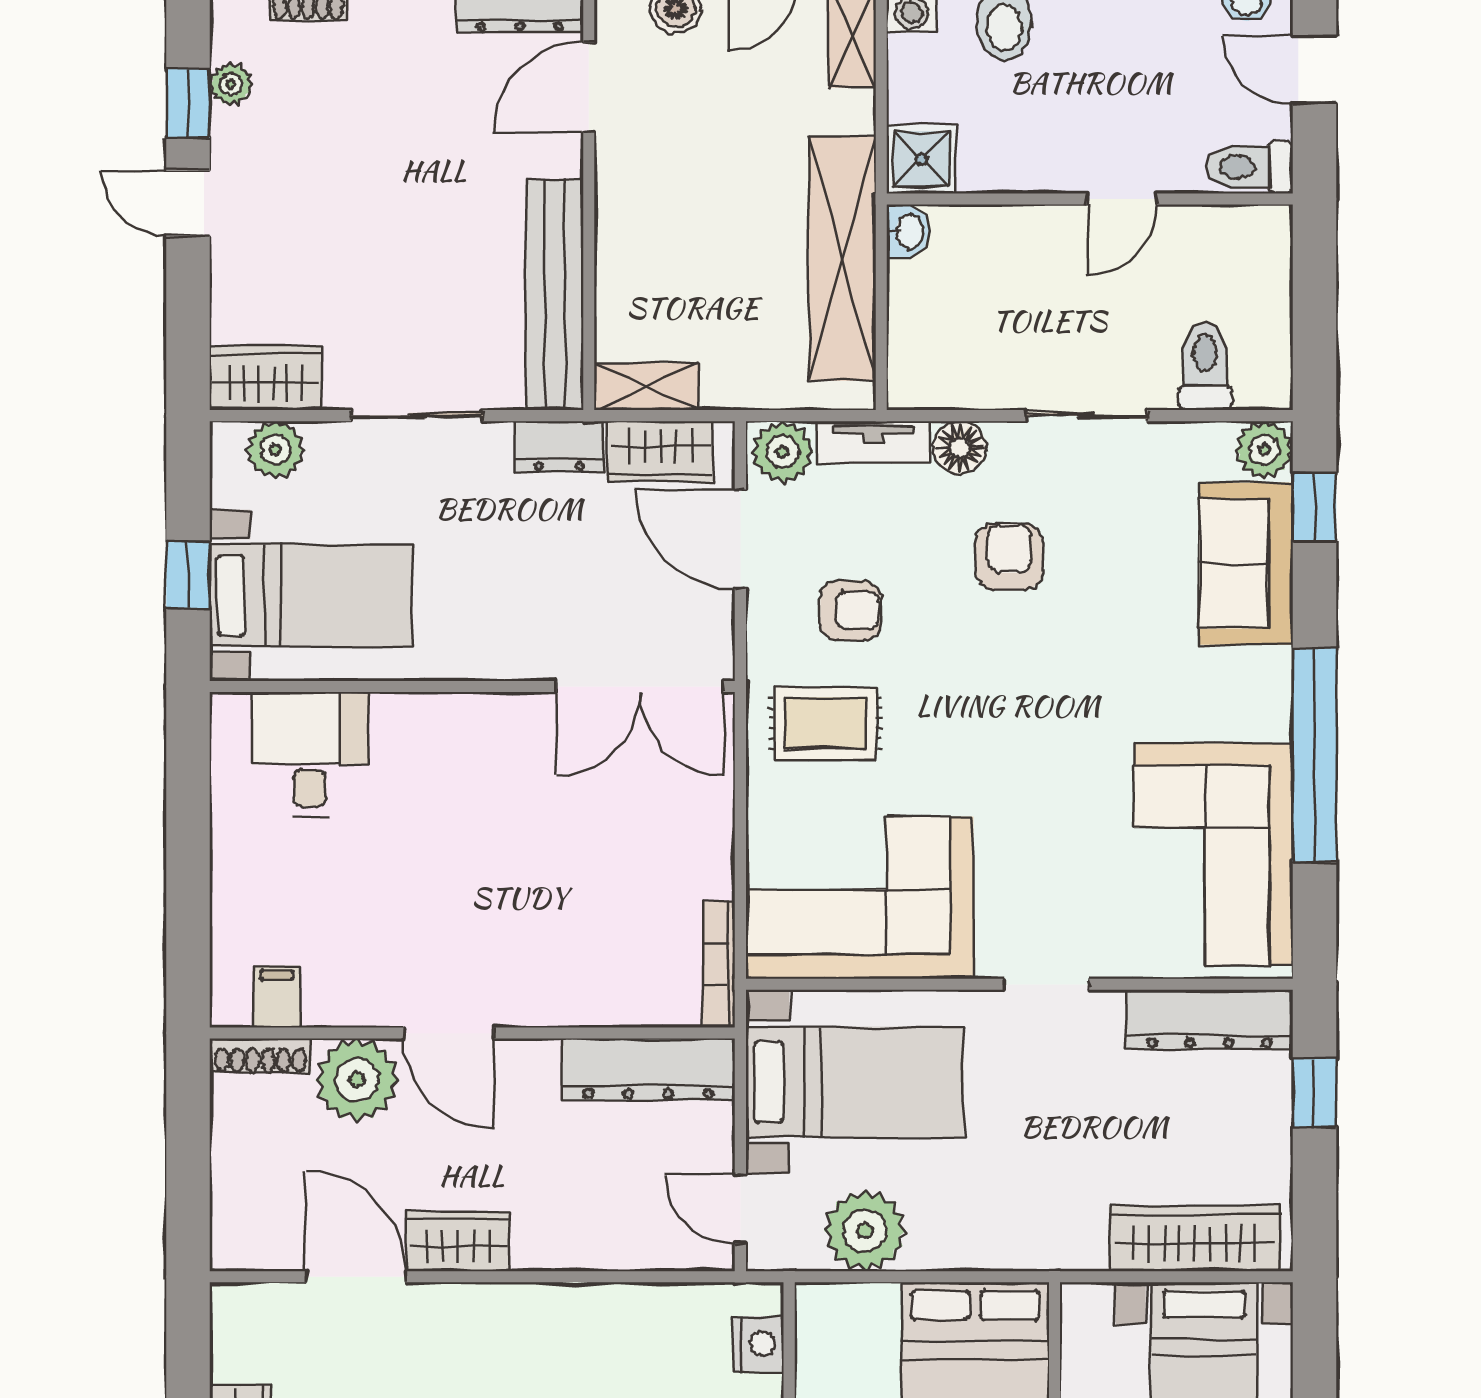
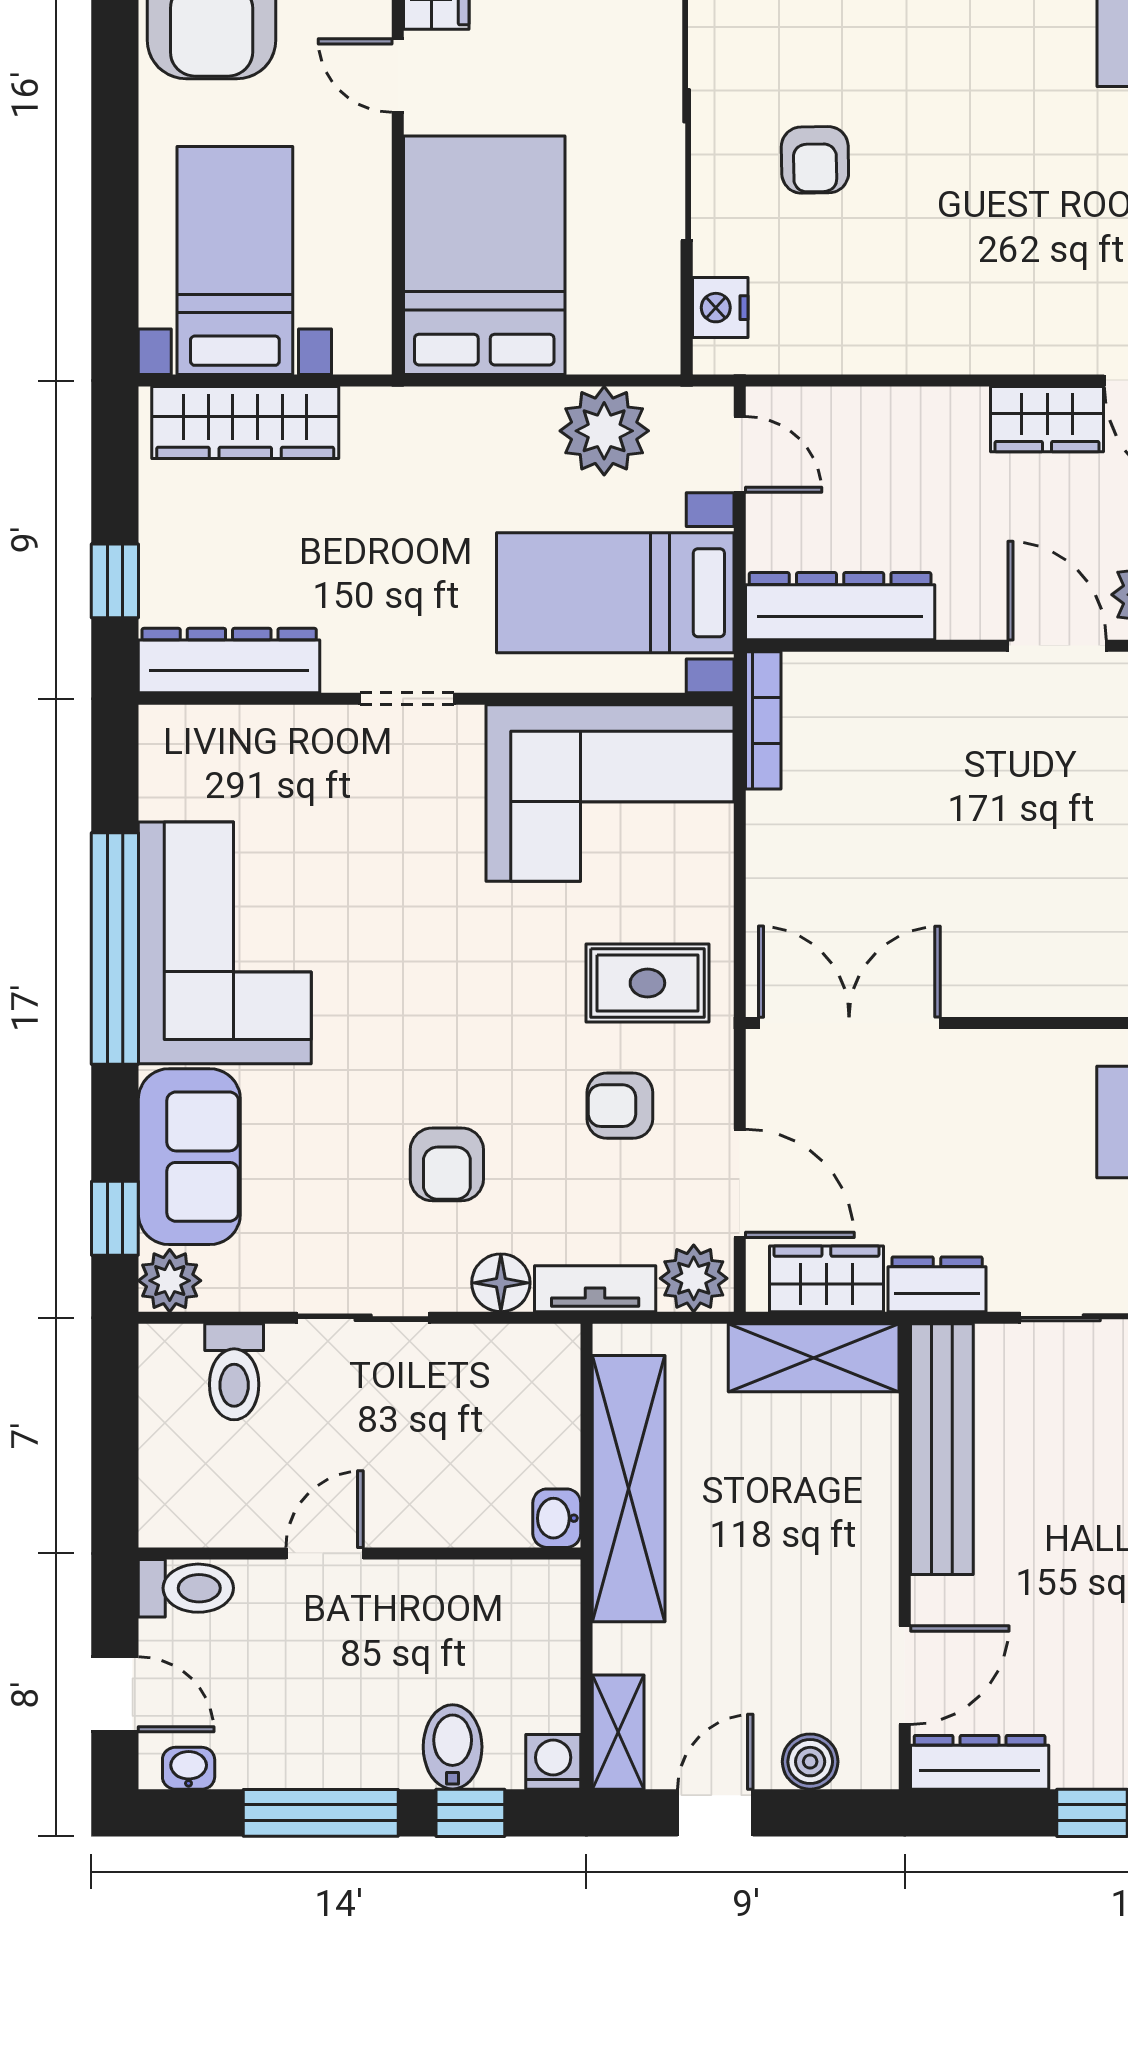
shower: (921, 159) -> (543, 1597), removed
shelving: (646, 387) -> (814, 1358), width x1.50, depth x1.33
corner sofa: (1213, 855) -> (225, 943), moved

